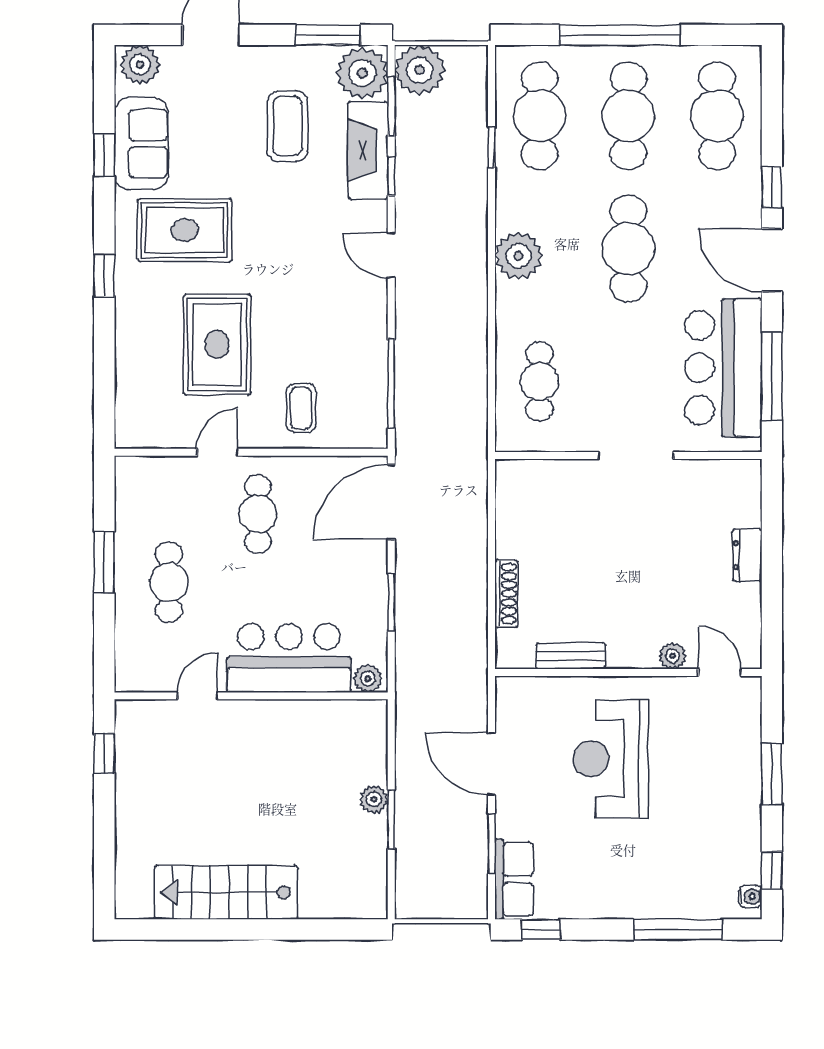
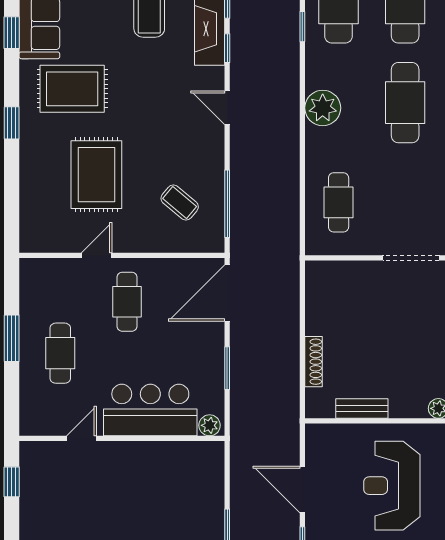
coffee table: (301, 408) -> (180, 203), moved, turned -50
plant: (374, 799) -> (214, 516), removed

